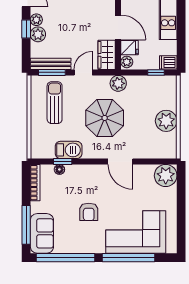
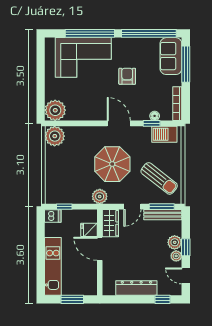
plant: (127, 62) -> (92, 216), removed
sun lounger: (55, 103) -> (159, 178), turned -52
plant: (166, 121) -> (55, 136), moved
barbecue: (69, 150) -> (164, 134), moved
door: (120, 161) -> (119, 123), moved

